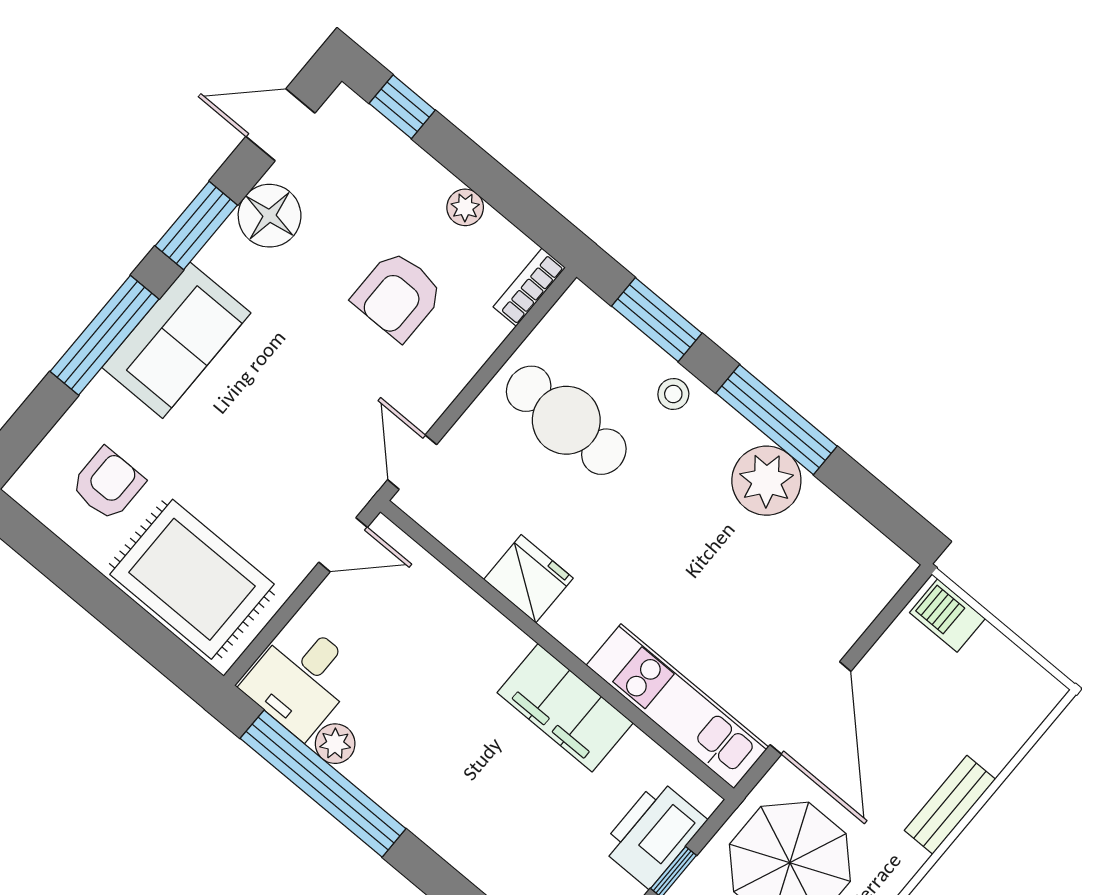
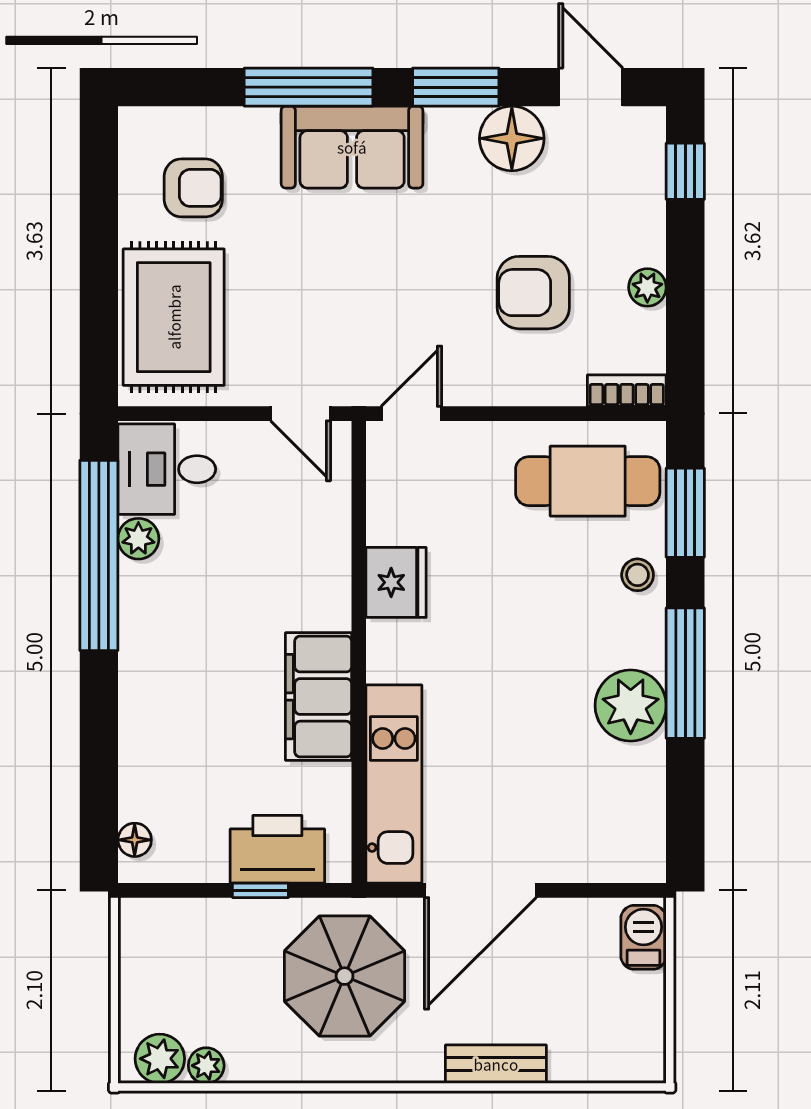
cafe table: (566, 420) -> (588, 481), moved, turned 90

